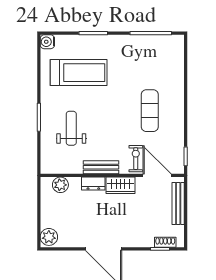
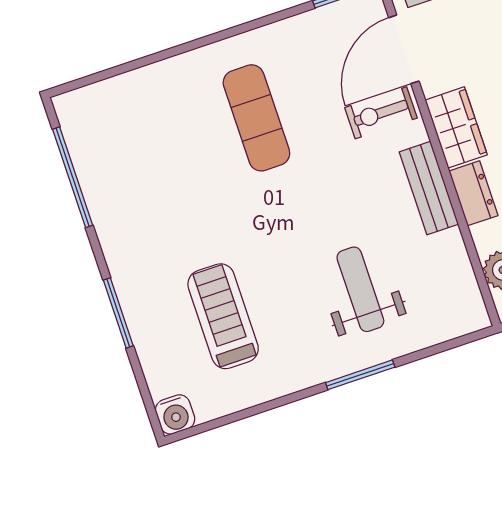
treadmill: (79, 73) -> (223, 316), width x0.73, depth x0.73
exercise mat: (150, 111) -> (256, 118), turned 90
weight bench: (71, 128) -> (360, 289), turned 90

